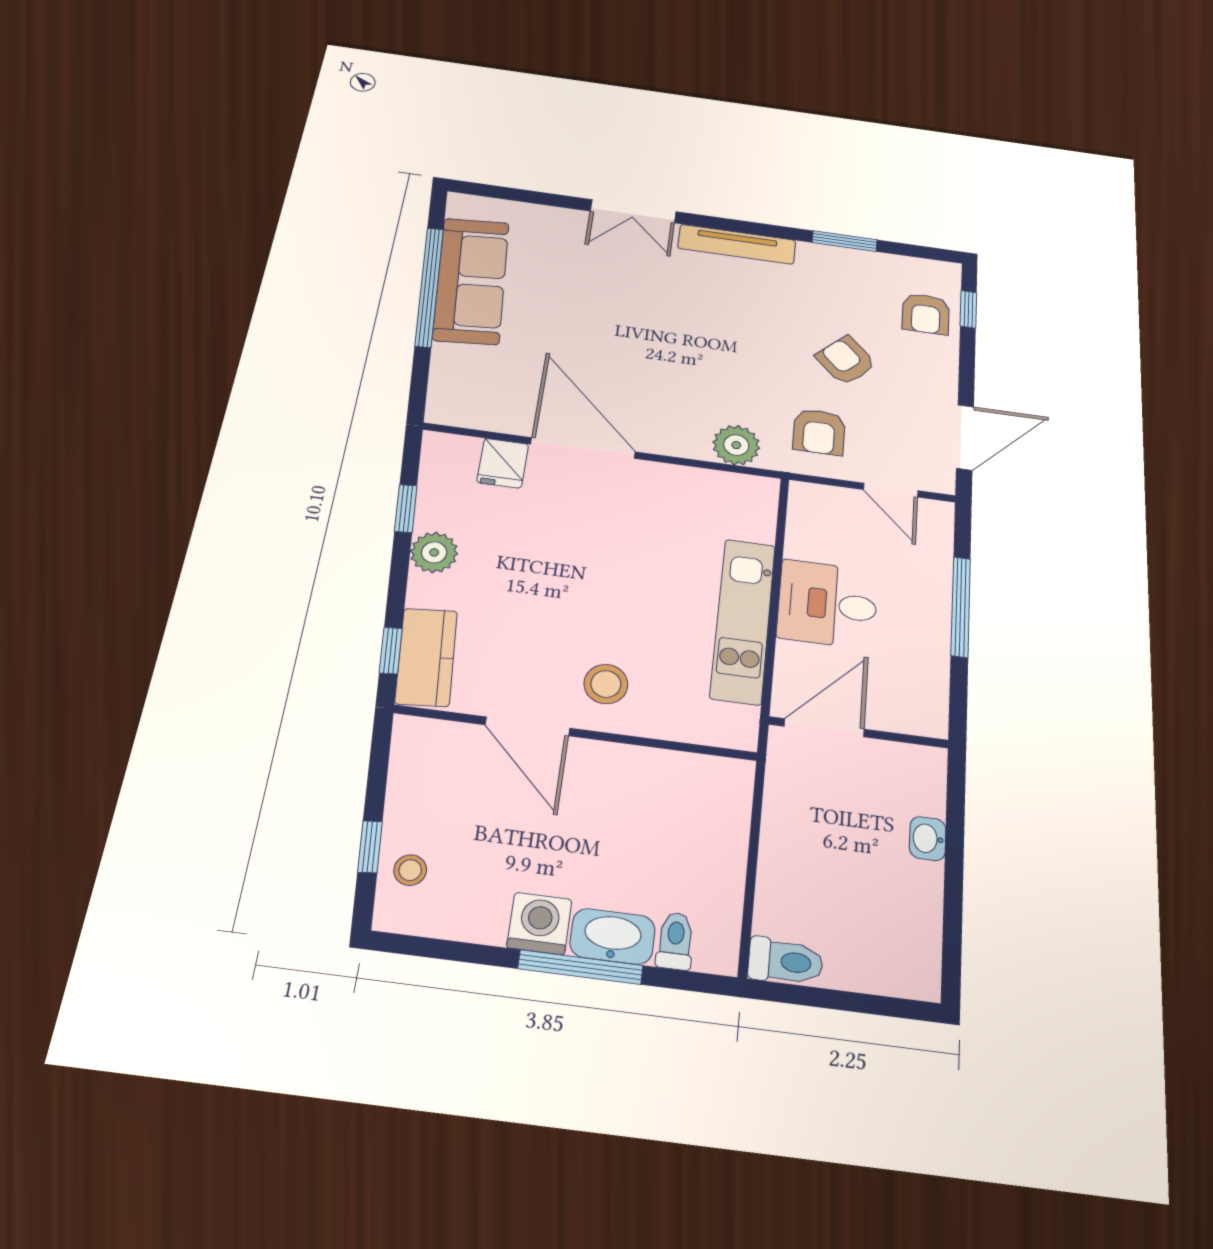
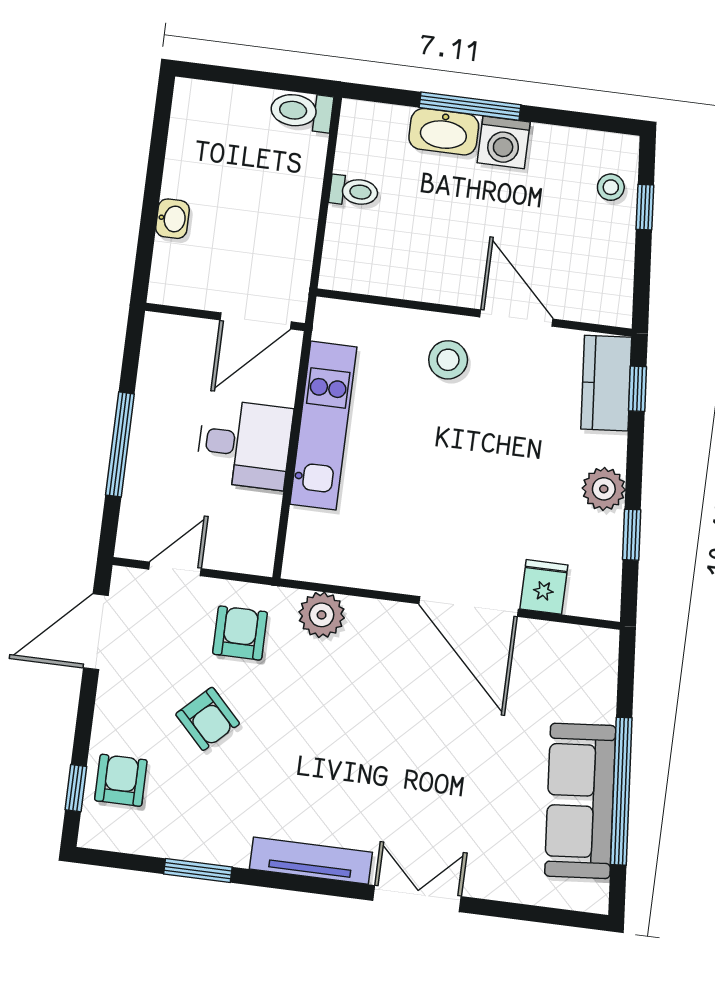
door: (891, 490) -> (175, 569), hinge flipped
toilet: (675, 941) -> (354, 191), moved, turned -90

